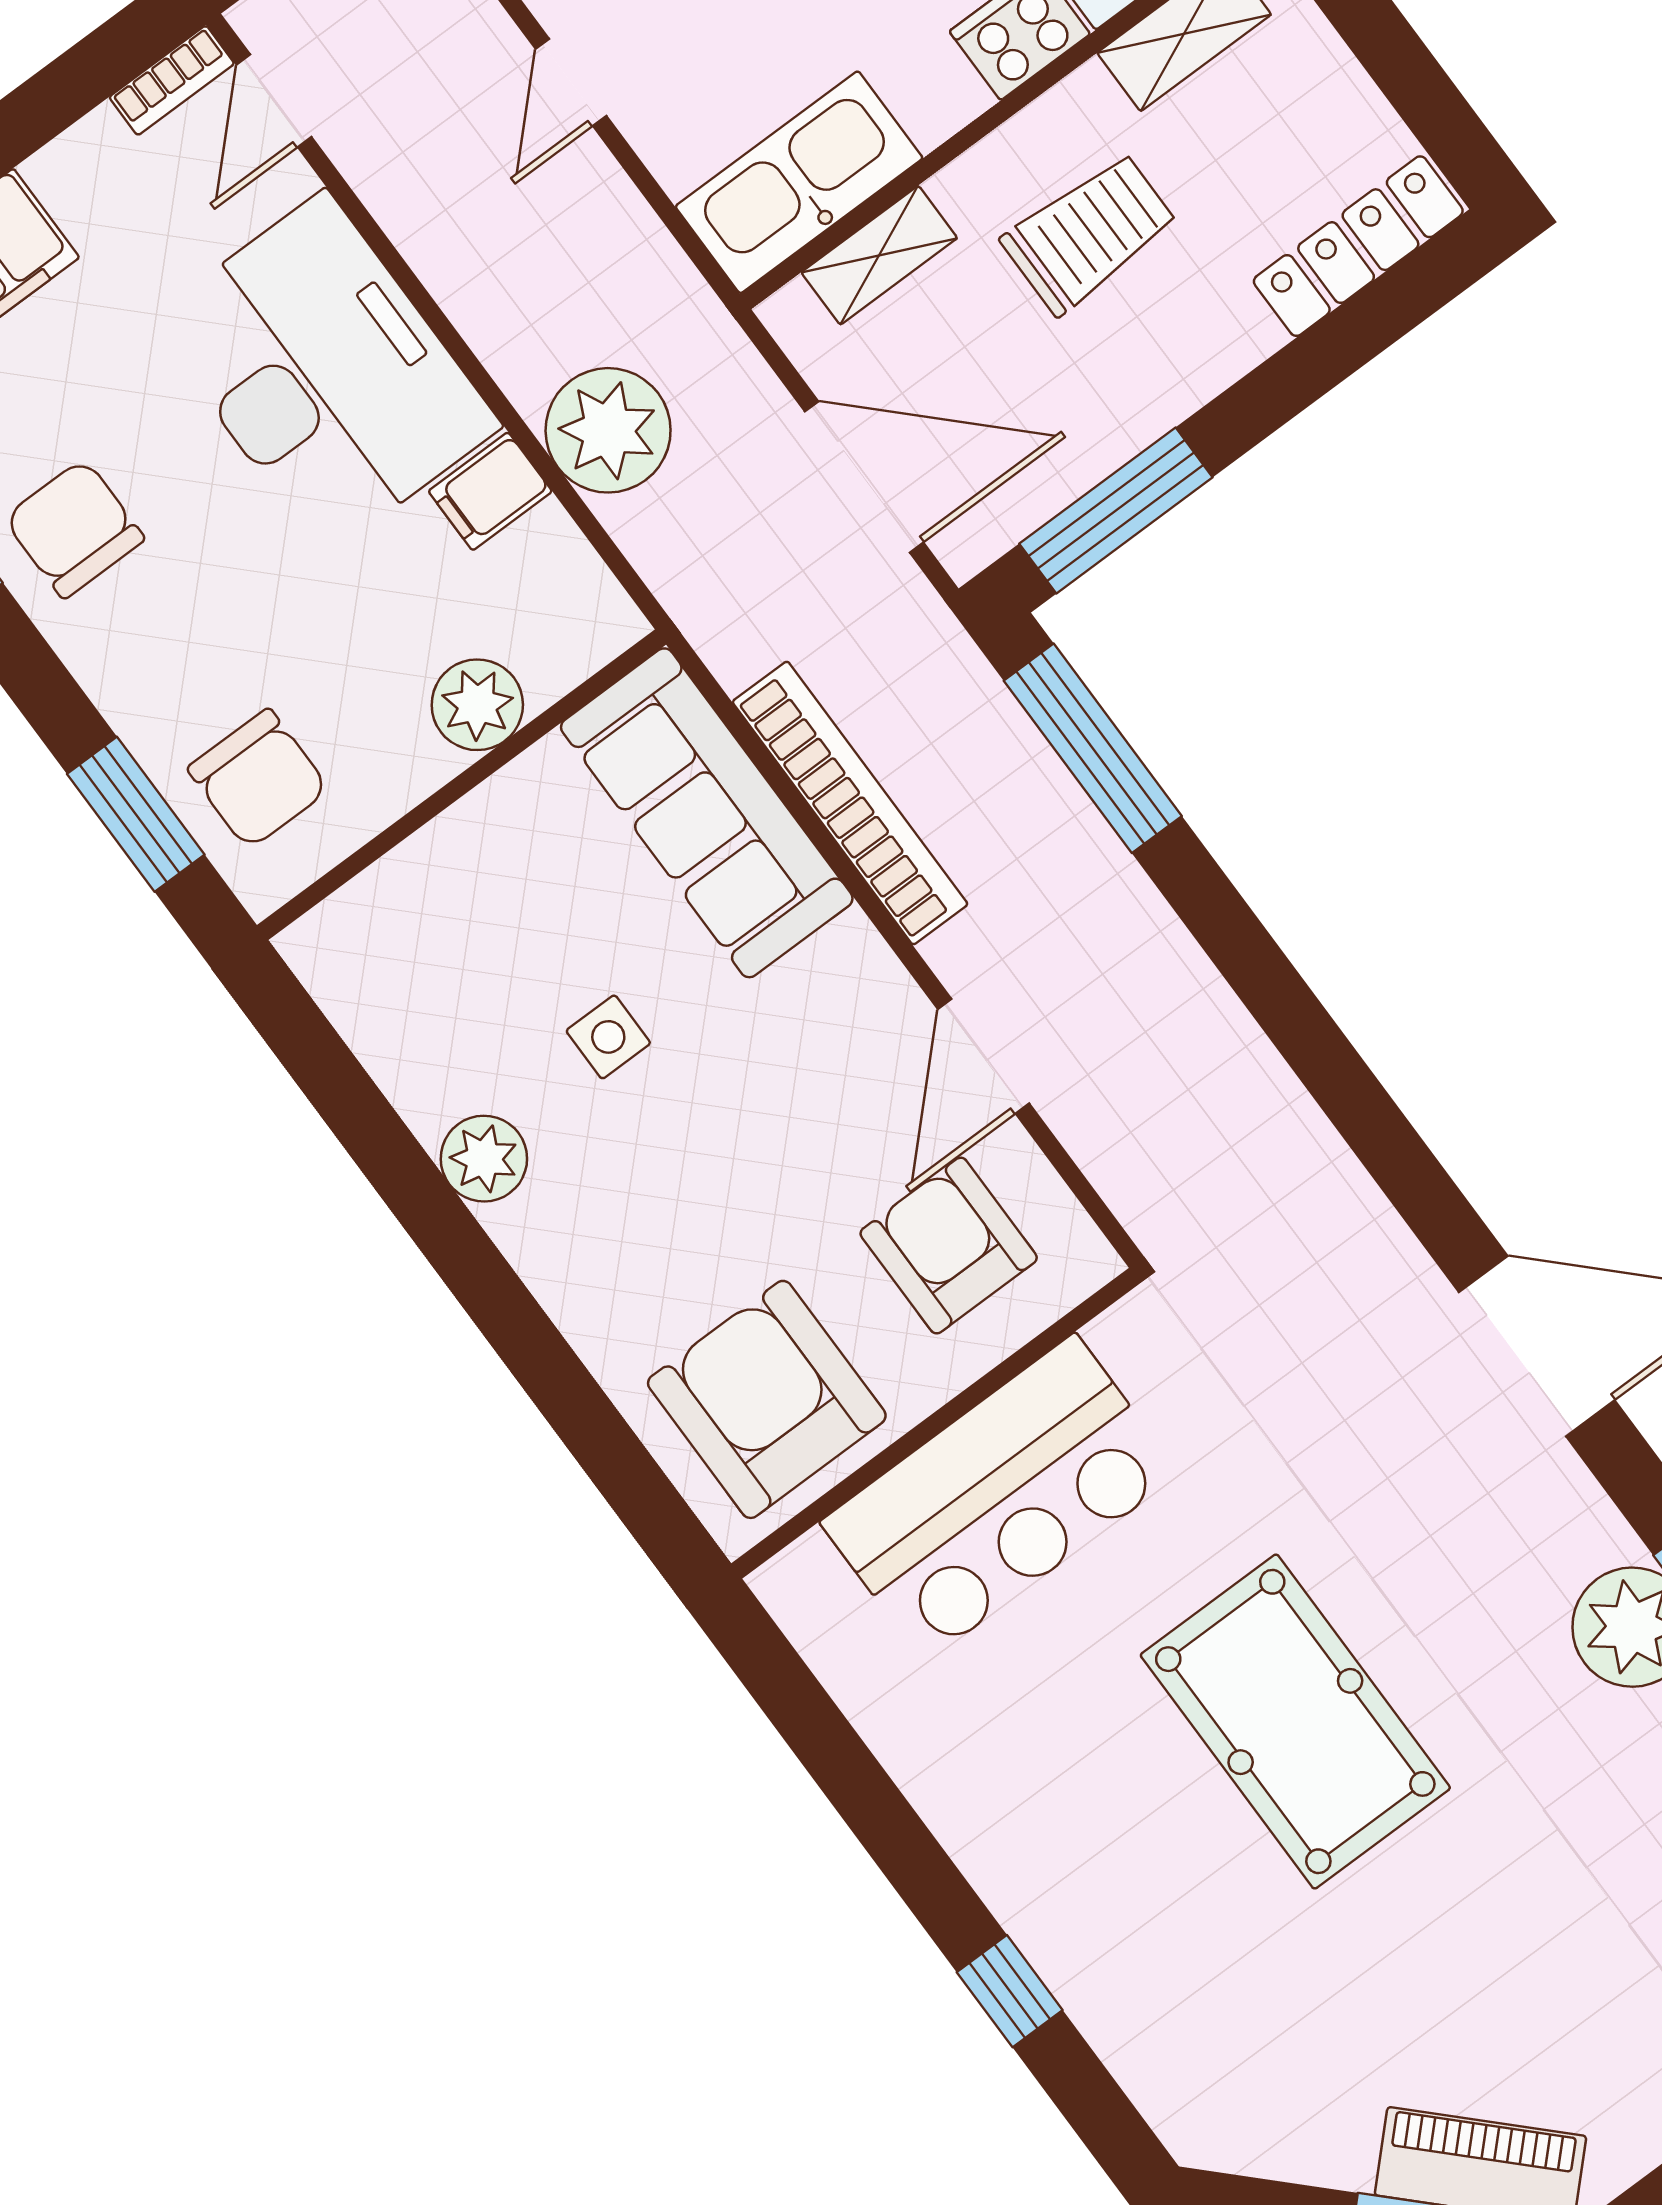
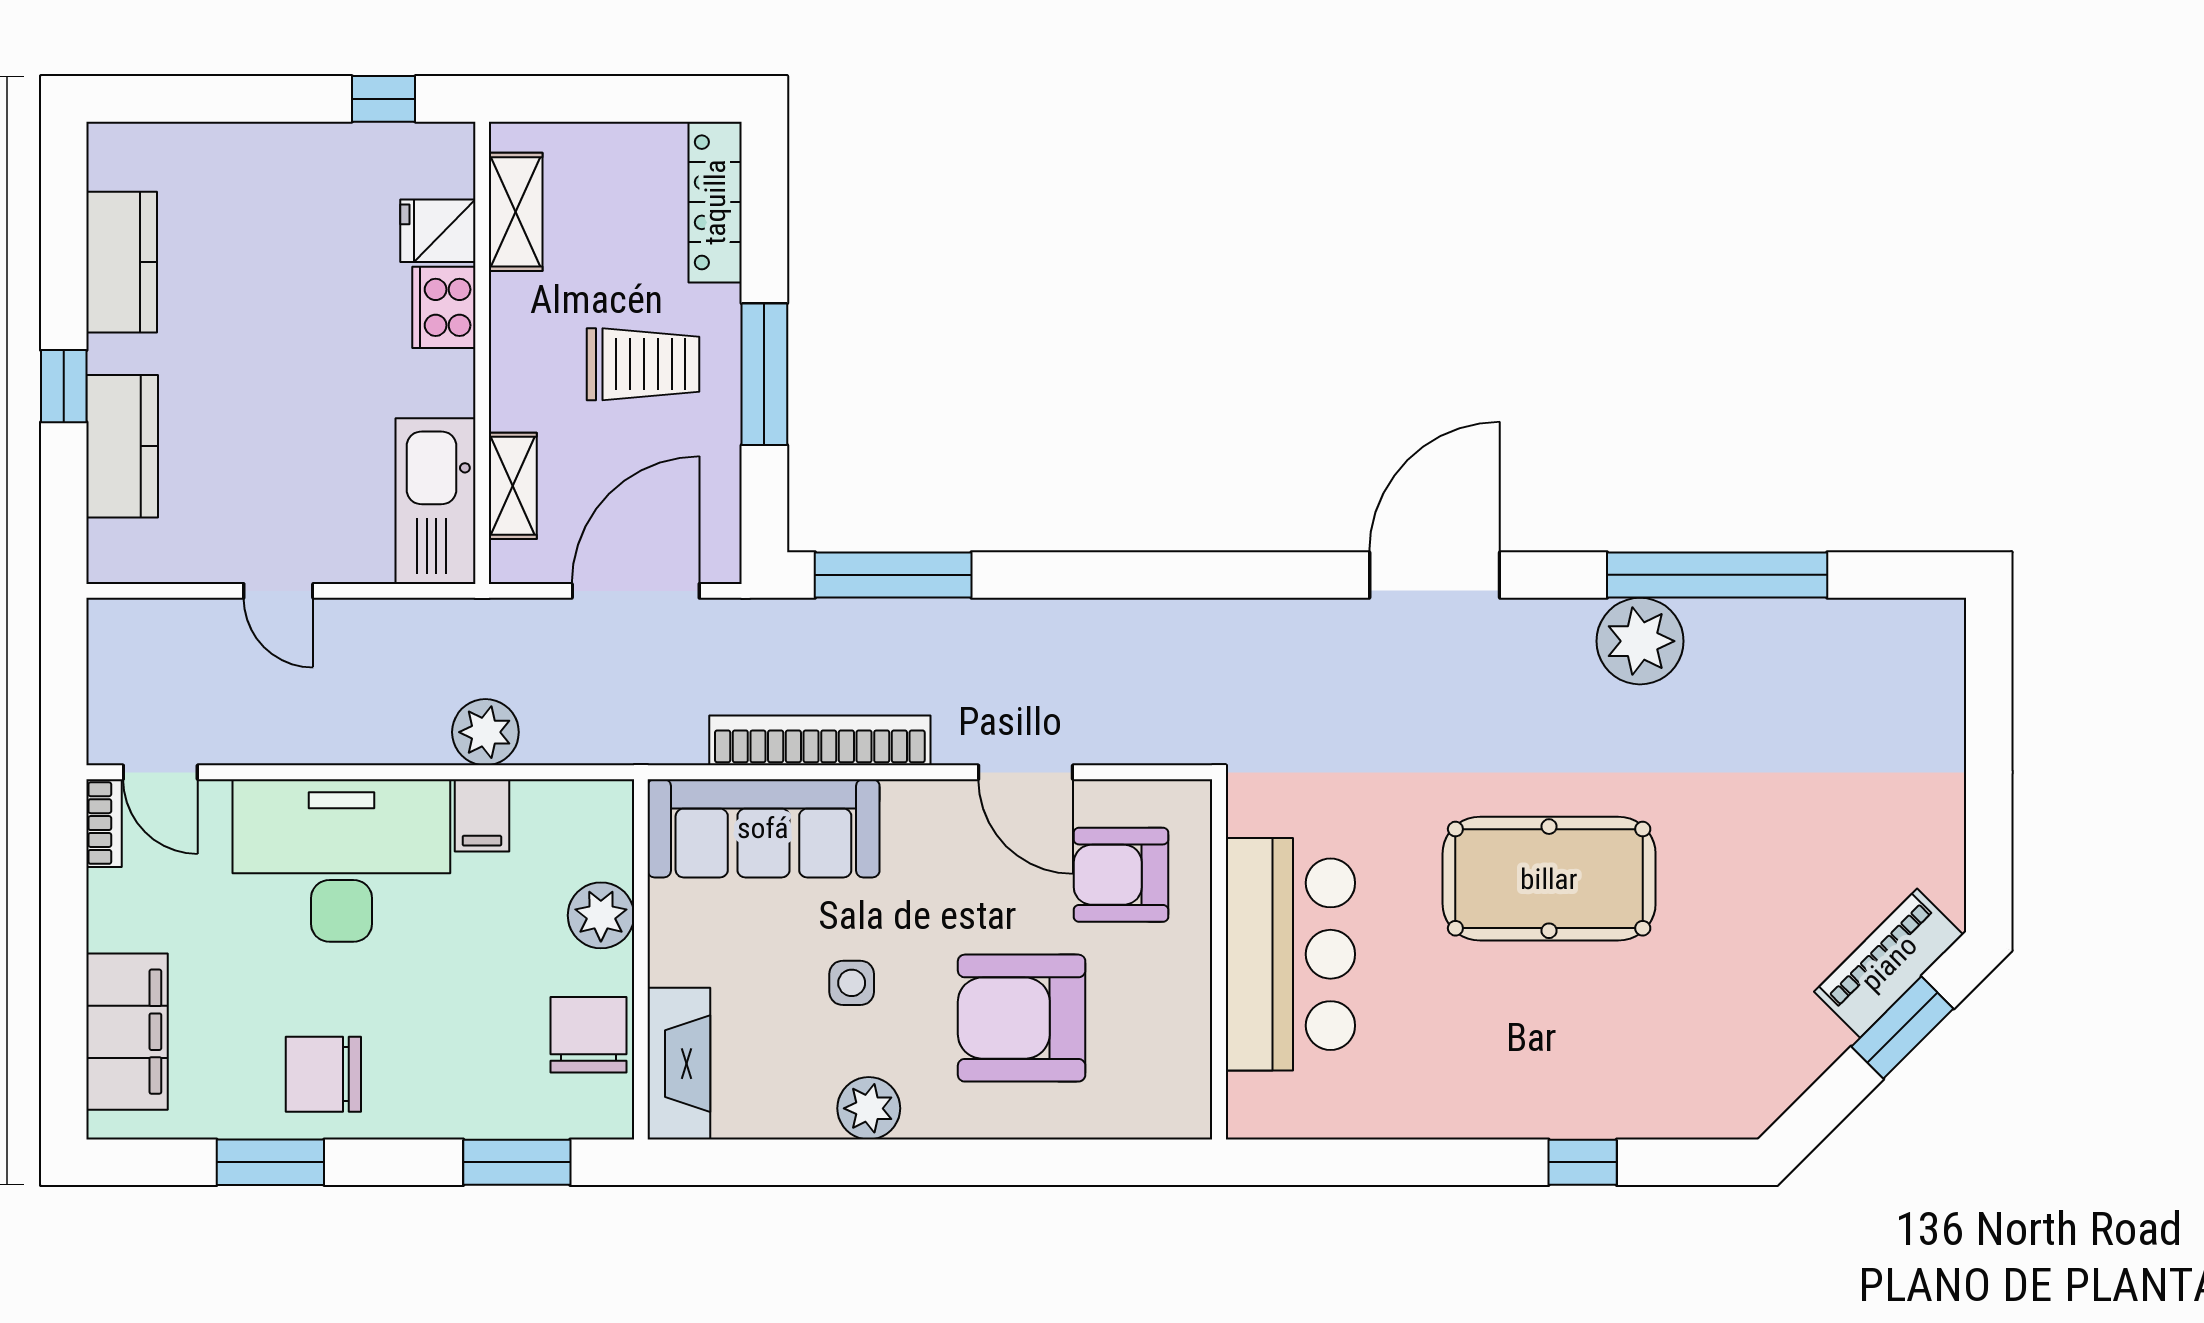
trolley: (1089, 233) -> (643, 364), moved, turned 90
plant: (608, 430) -> (485, 732), width x0.73, depth x0.73
window: (1116, 510) -> (764, 374), moved
chair: (258, 779) -> (589, 1035), moved, turned -90
fireplace: (377, 912) -> (679, 1064), added
armchair: (767, 1399) -> (1022, 1018), moved

